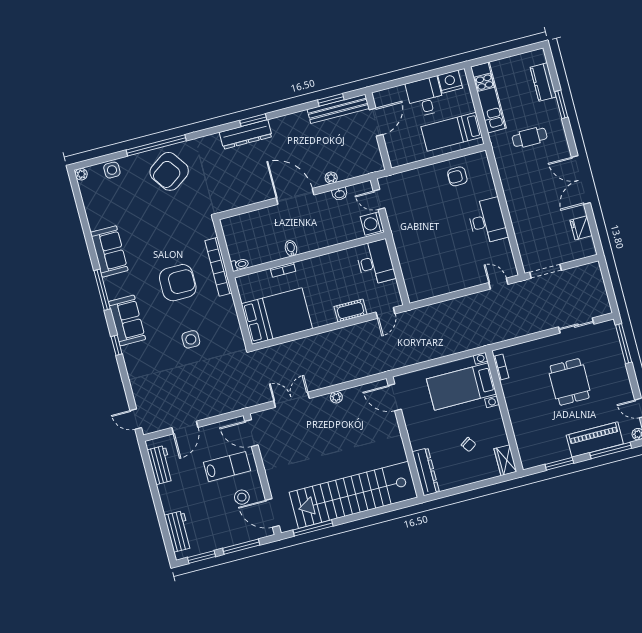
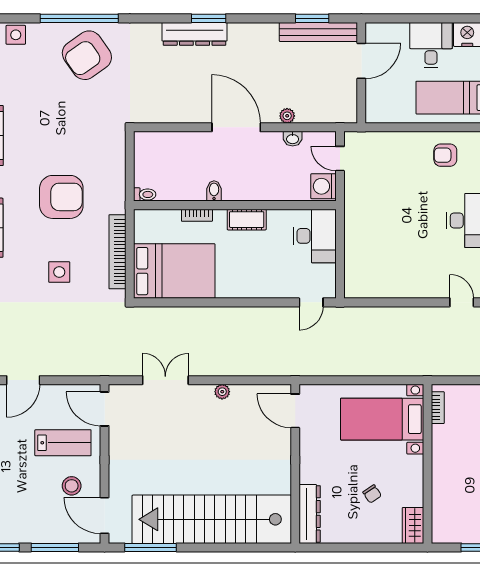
bookcase: (219, 267) -> (117, 252), moved
cot: (350, 311) -> (247, 220), moved

